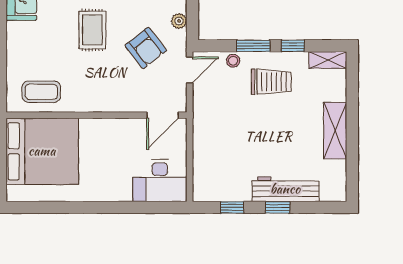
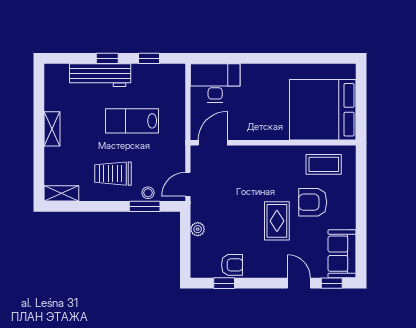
window: (253, 46) -> (145, 206), moved
window: (293, 46) -> (93, 206), removed
armchair: (146, 48) -> (313, 202), moved, turned -52
shelving: (335, 130) -> (52, 129), width x0.67, depth x0.75
lab bench: (251, 139) -> (132, 121), added

